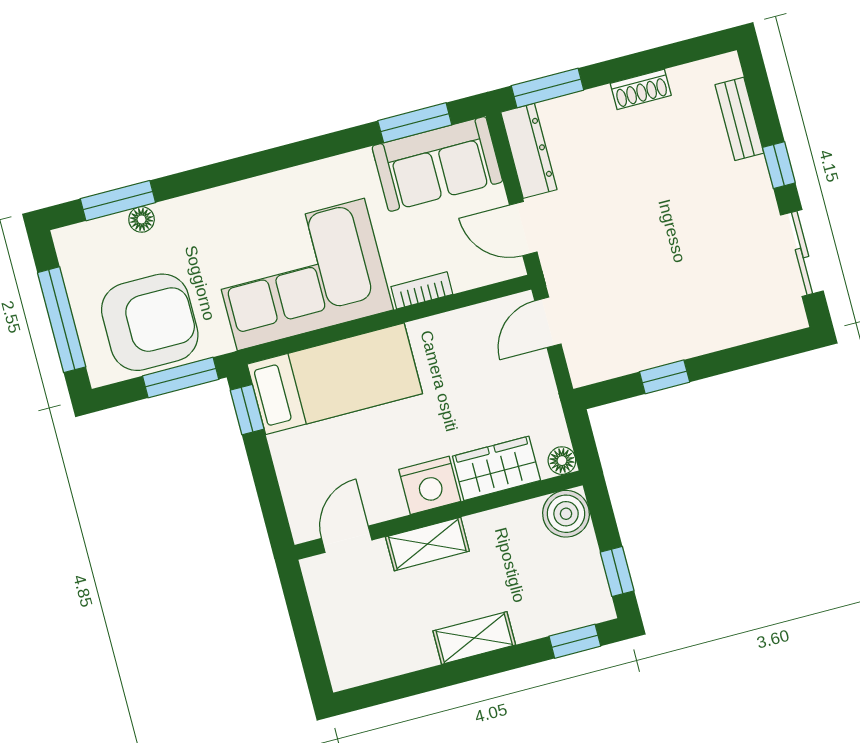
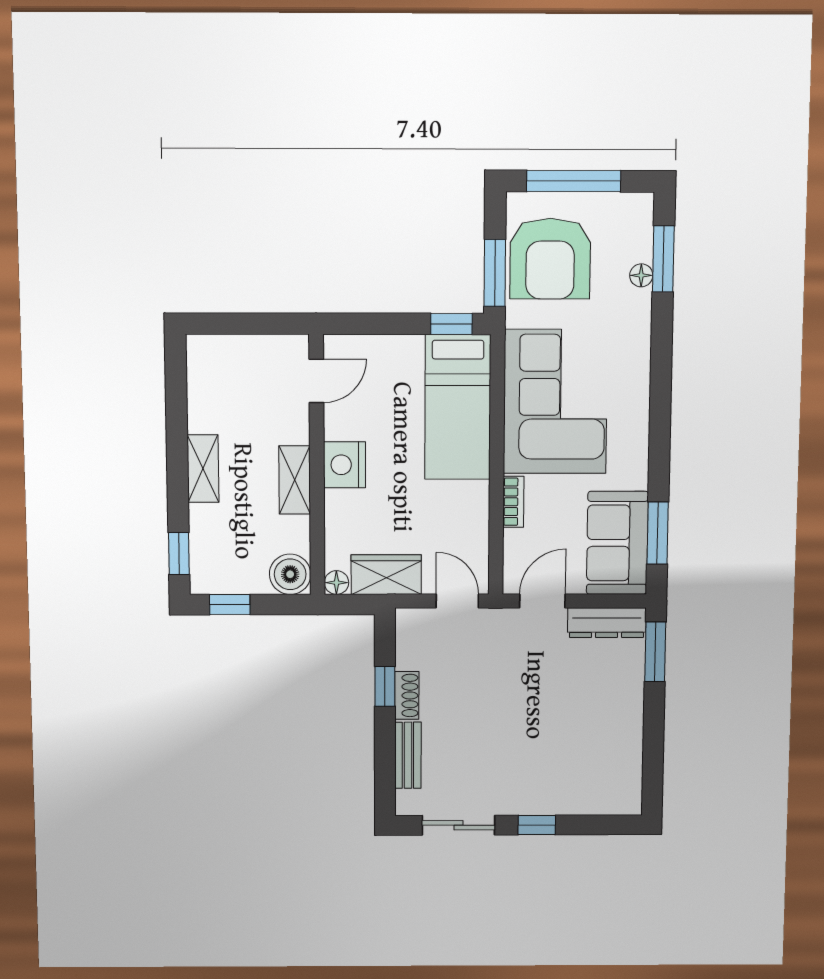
shoe rack: (641, 89) -> (407, 695), moved, turned 180
bench: (739, 119) -> (408, 755), moved, turned 90
wardrobe: (496, 468) -> (386, 575), moved, turned -90
door: (347, 539) -> (316, 381), hinge flipped
shelving: (427, 544) -> (295, 480), moved

